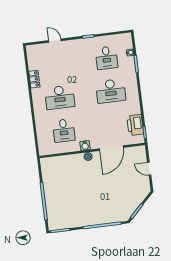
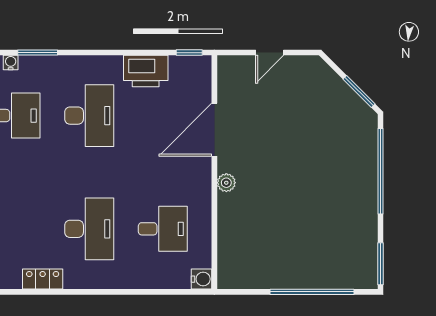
printer: (135, 125) -> (146, 71), moved
water cooler: (85, 146) -> (202, 279), moved
door: (111, 148) -> (214, 130), swing flipped

